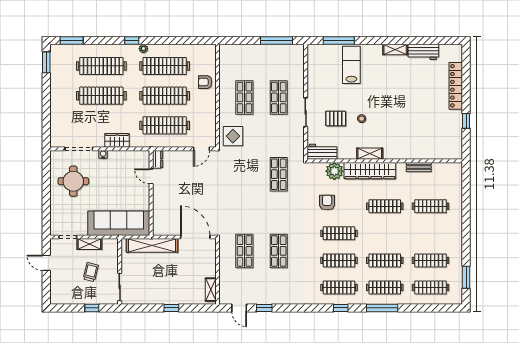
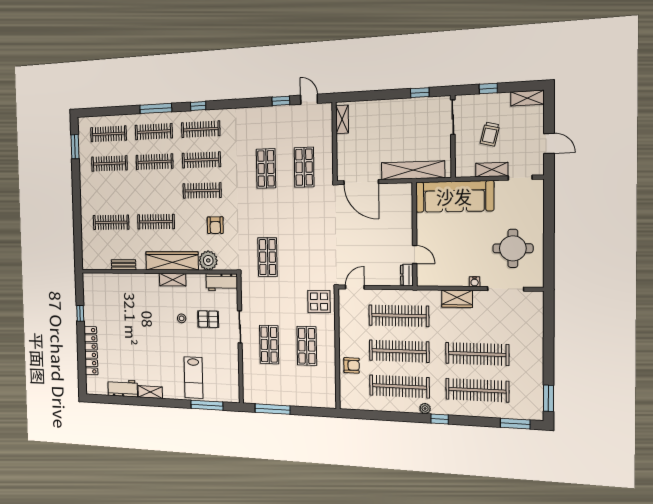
shelving: (62, 299) -> (527, 98), added
window: (171, 308) -> (420, 93), moved

